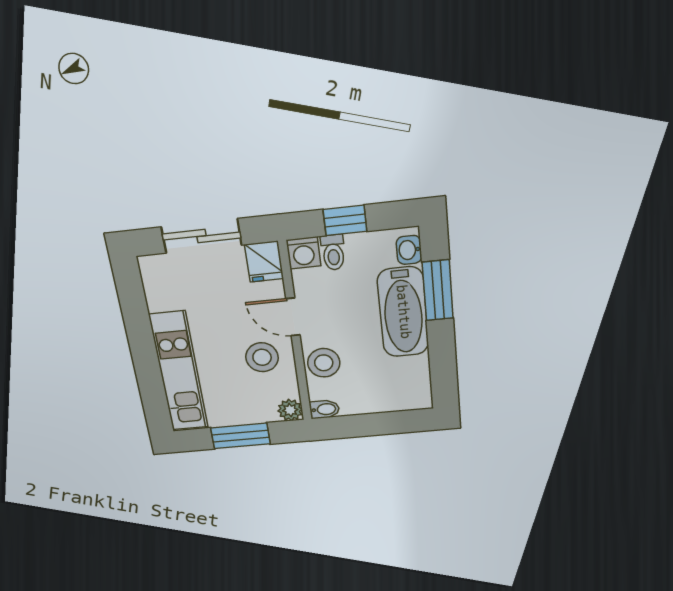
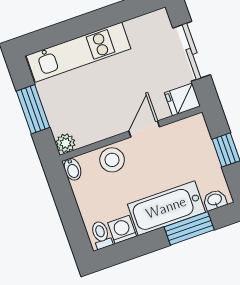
toilet: (333, 252) -> (101, 235), moved, turned 90
washing machine: (304, 253) -> (122, 230), moved, turned 90
stool: (262, 357) -> (106, 113), removed

